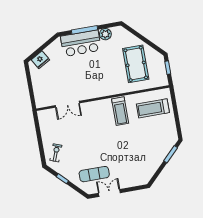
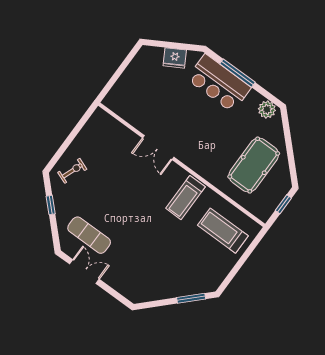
plant: (105, 34) -> (267, 110), moved
fridge: (40, 60) -> (175, 58), moved
double door: (67, 104) -> (158, 148), moved

